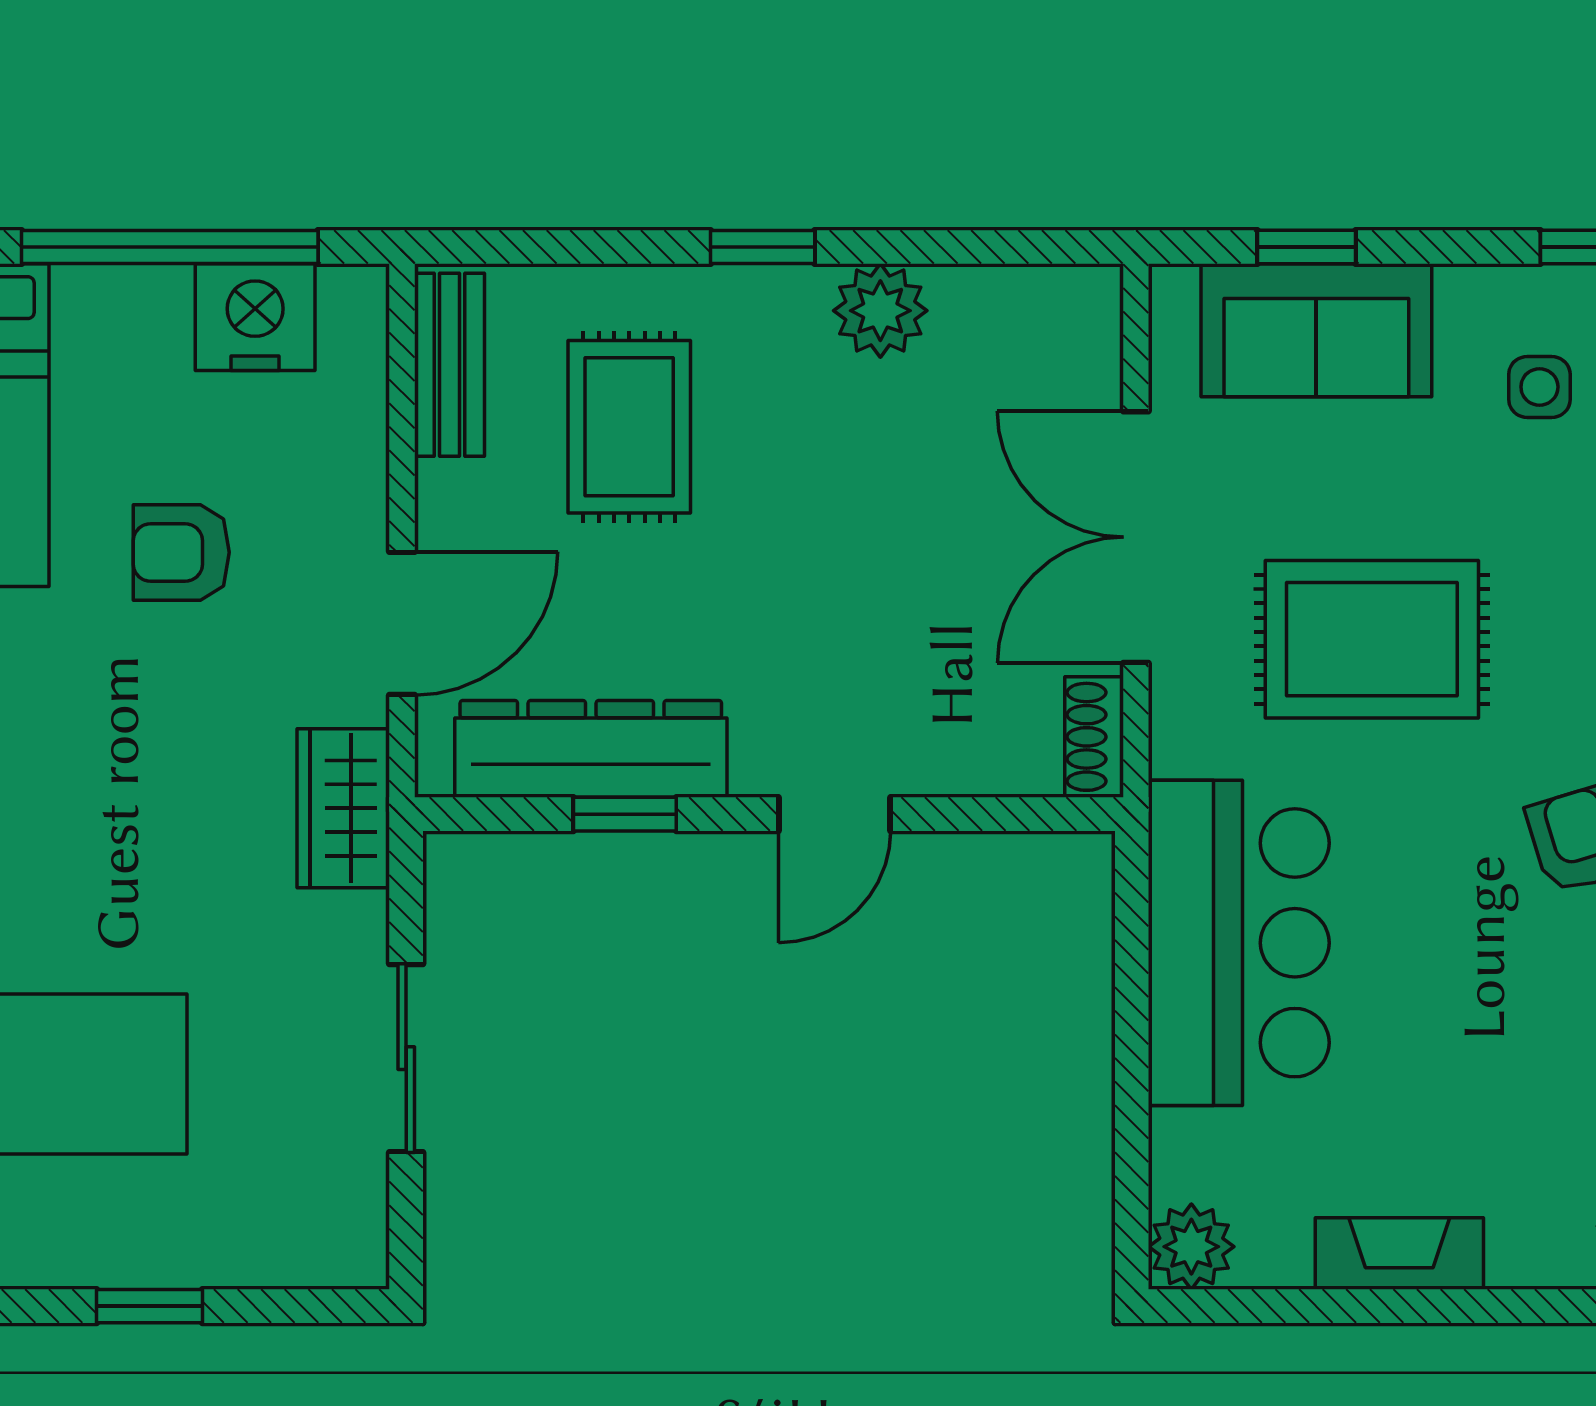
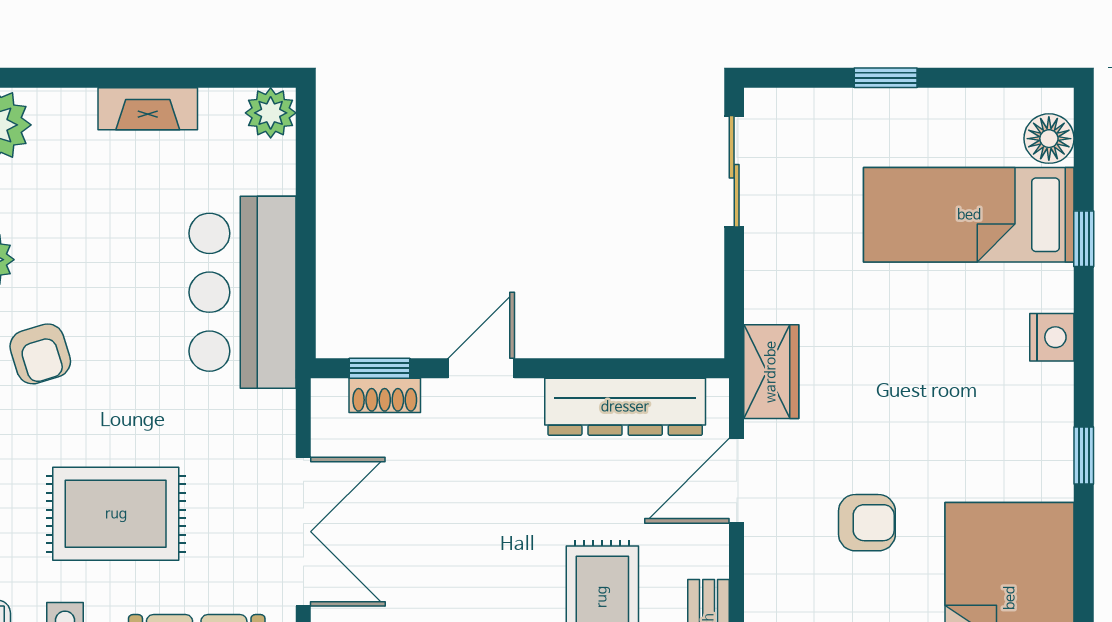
rug: (1372, 639) -> (116, 514), moved
shoe rack: (1094, 737) -> (385, 395), moved, turned 90
window: (625, 814) -> (379, 368), moved
sliding door: (406, 1058) -> (734, 171), moved

